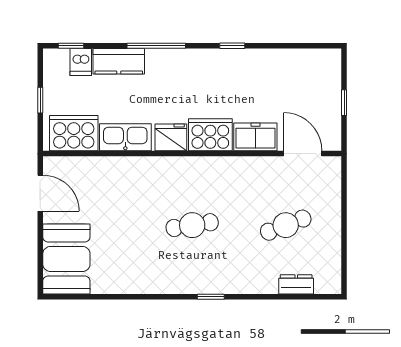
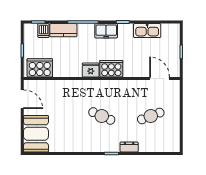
kitchen sink: (125, 137) -> (147, 31), moved, turned 180
freezer: (255, 137) -> (106, 31), moved, turned 180
cafe table: (192, 225) -> (102, 116), turned 33
dresser: (296, 284) -> (129, 147), moved

